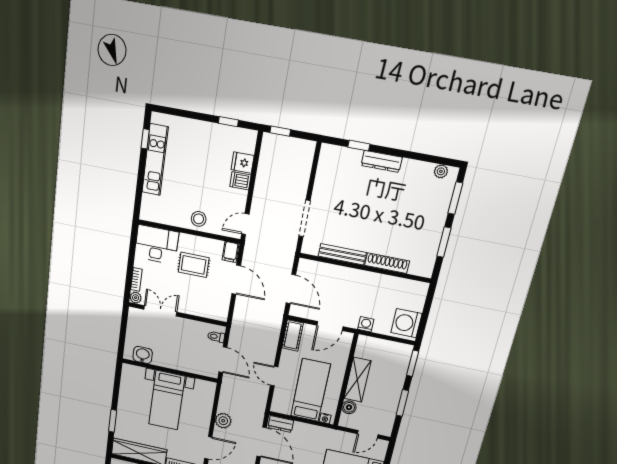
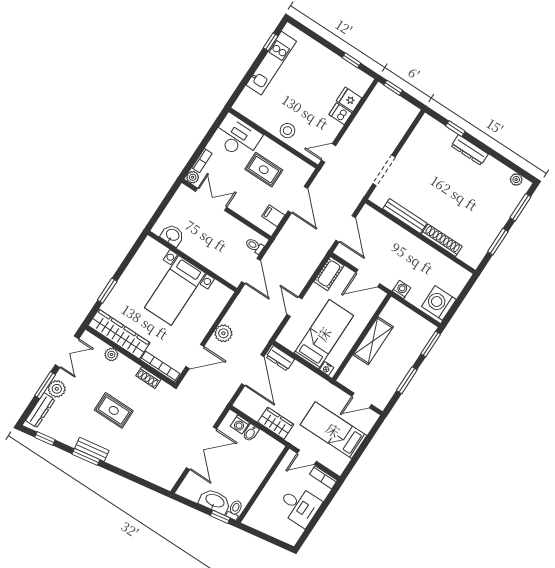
filing cabinet: (231, 252) -> (273, 216), moved, turned 90
boiler: (349, 407) -> (354, 366), removed

